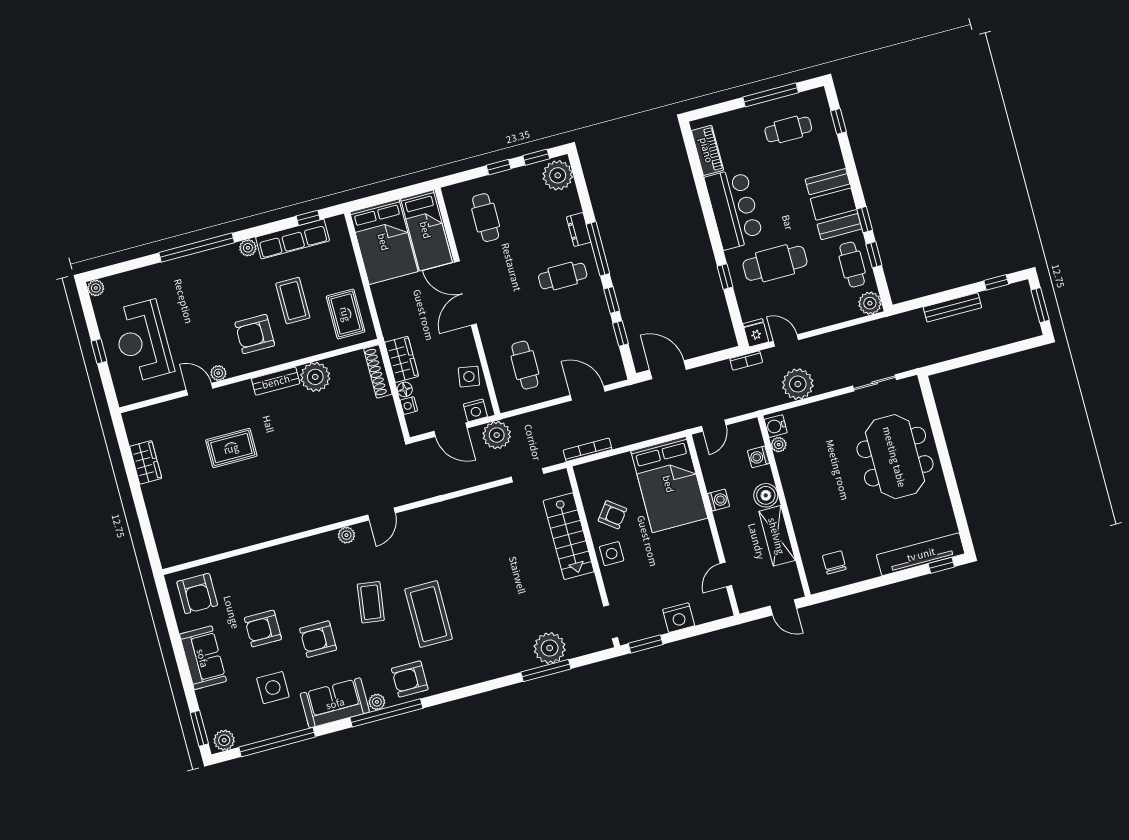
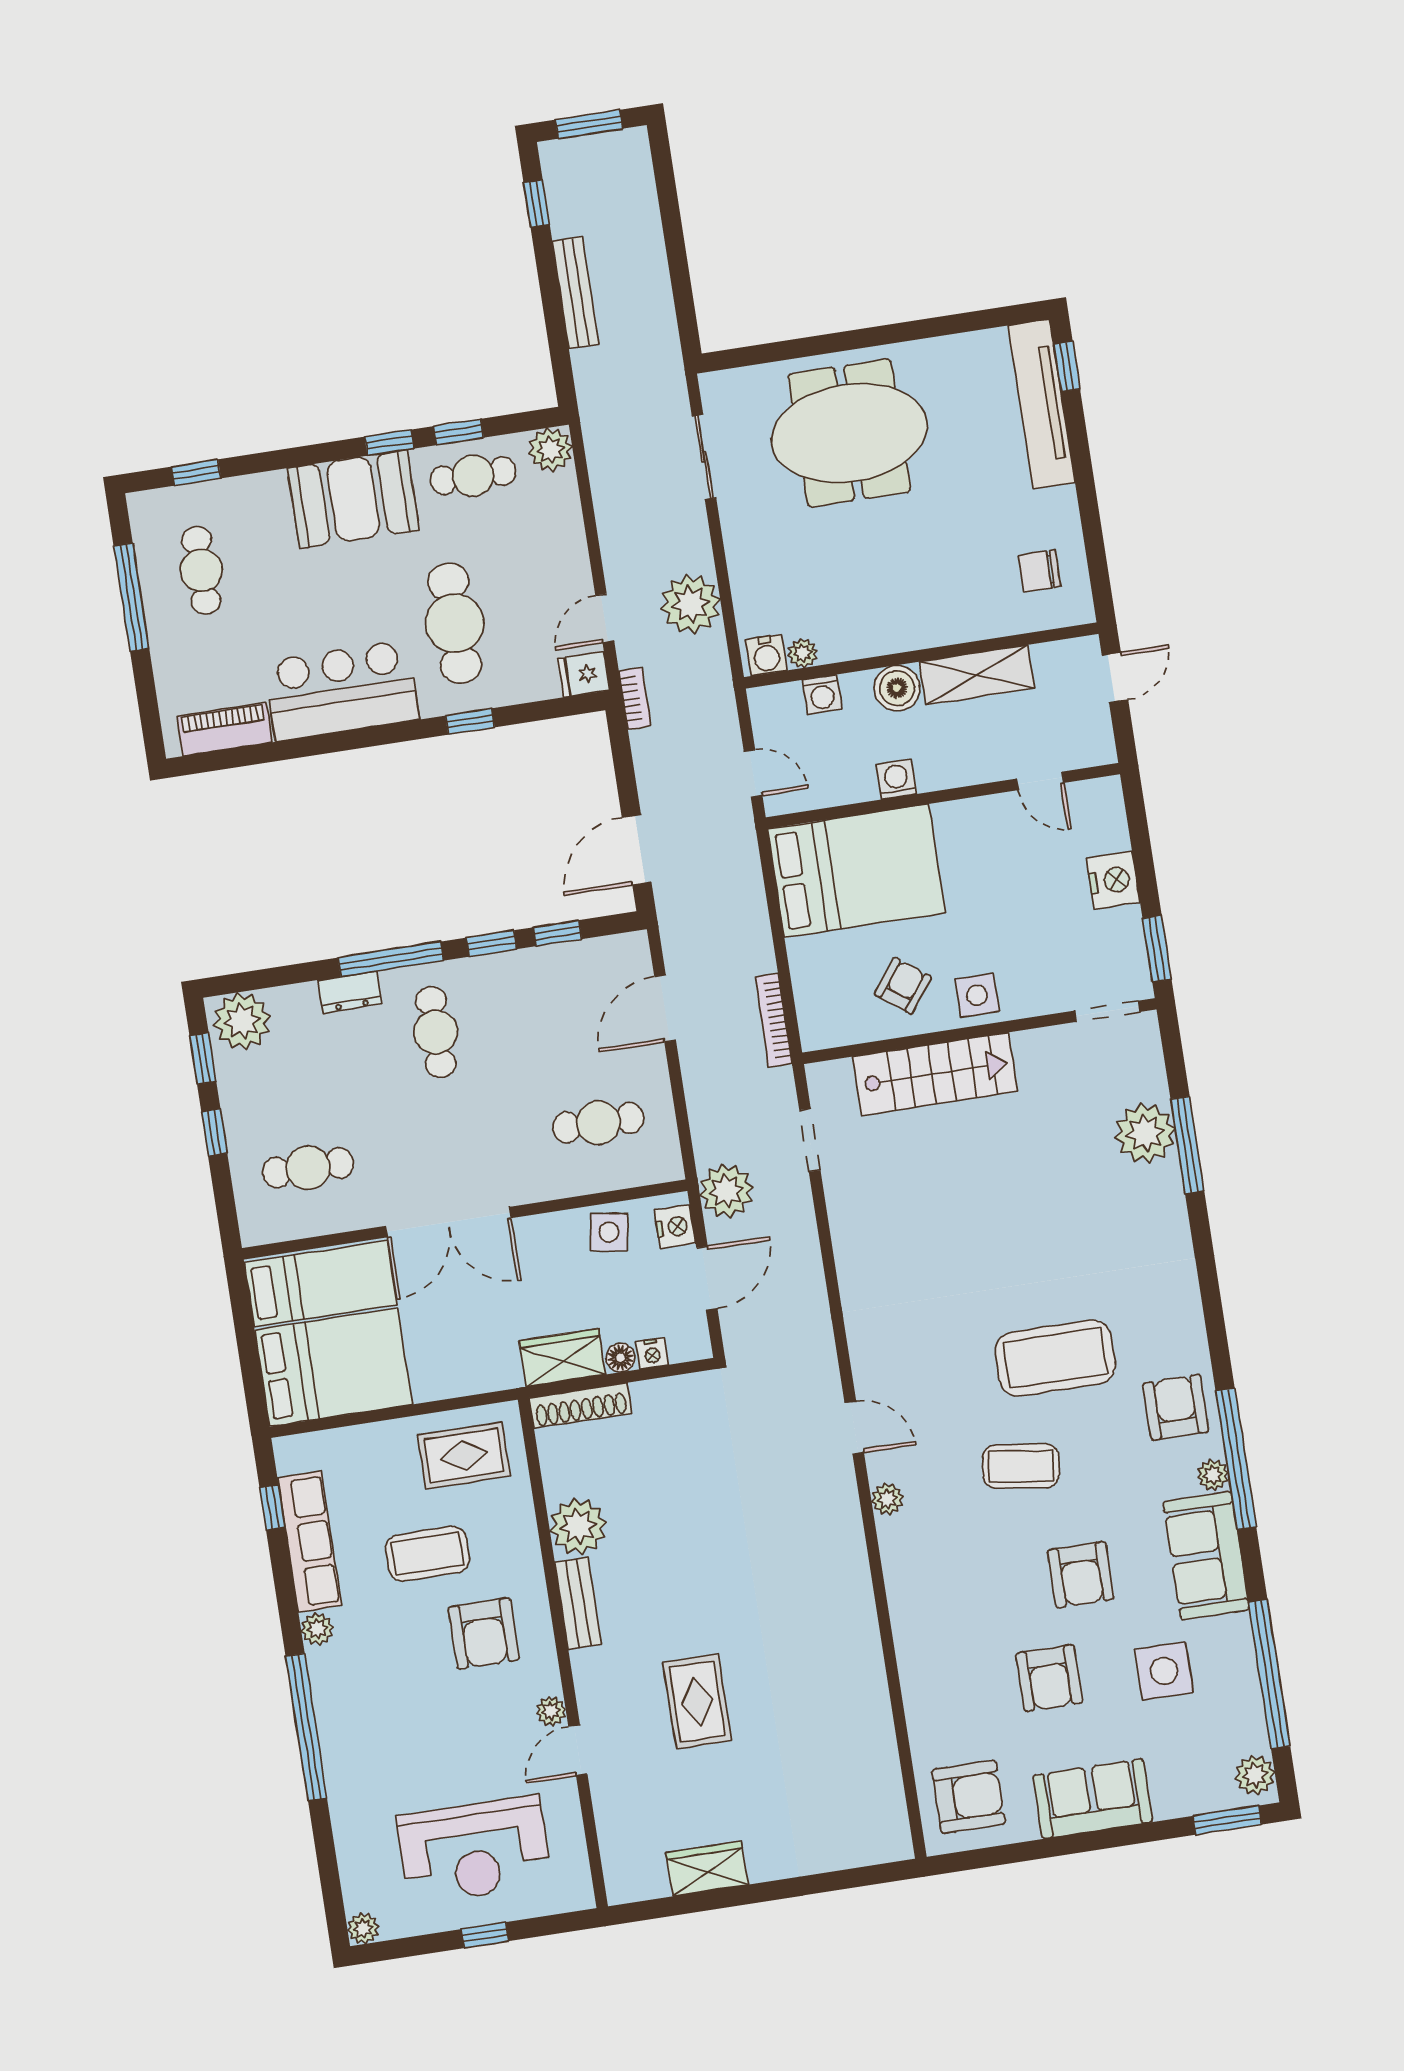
armchair: (410, 679) -> (1176, 1407), turned 180

